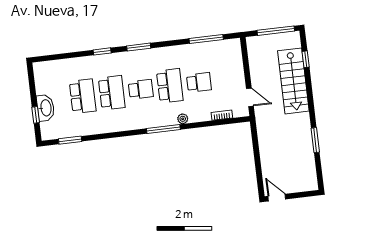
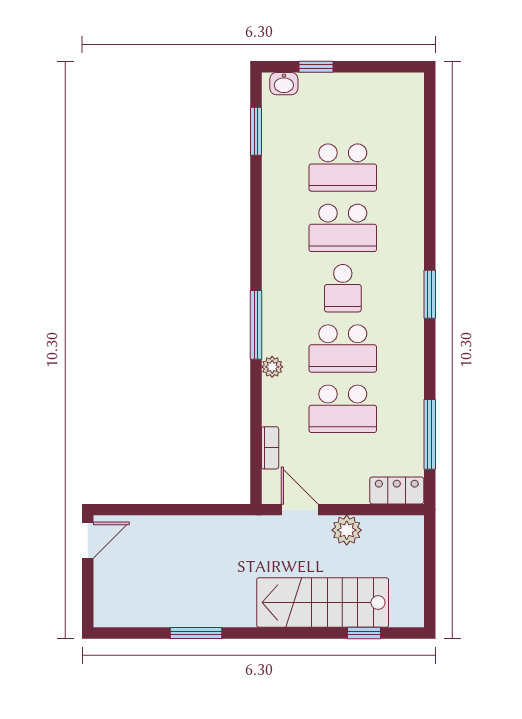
window: (276, 31) -> (430, 579), removed
window: (102, 51) -> (430, 218), removed
locker: (235, 52) -> (397, 490), added
plant: (257, 73) -> (347, 530), added
school desk: (199, 82) -> (343, 409), width x1.85
door: (250, 97) -> (300, 510), swing flipped
washbasin: (46, 108) -> (284, 84), moved, width x0.52, depth x0.69

